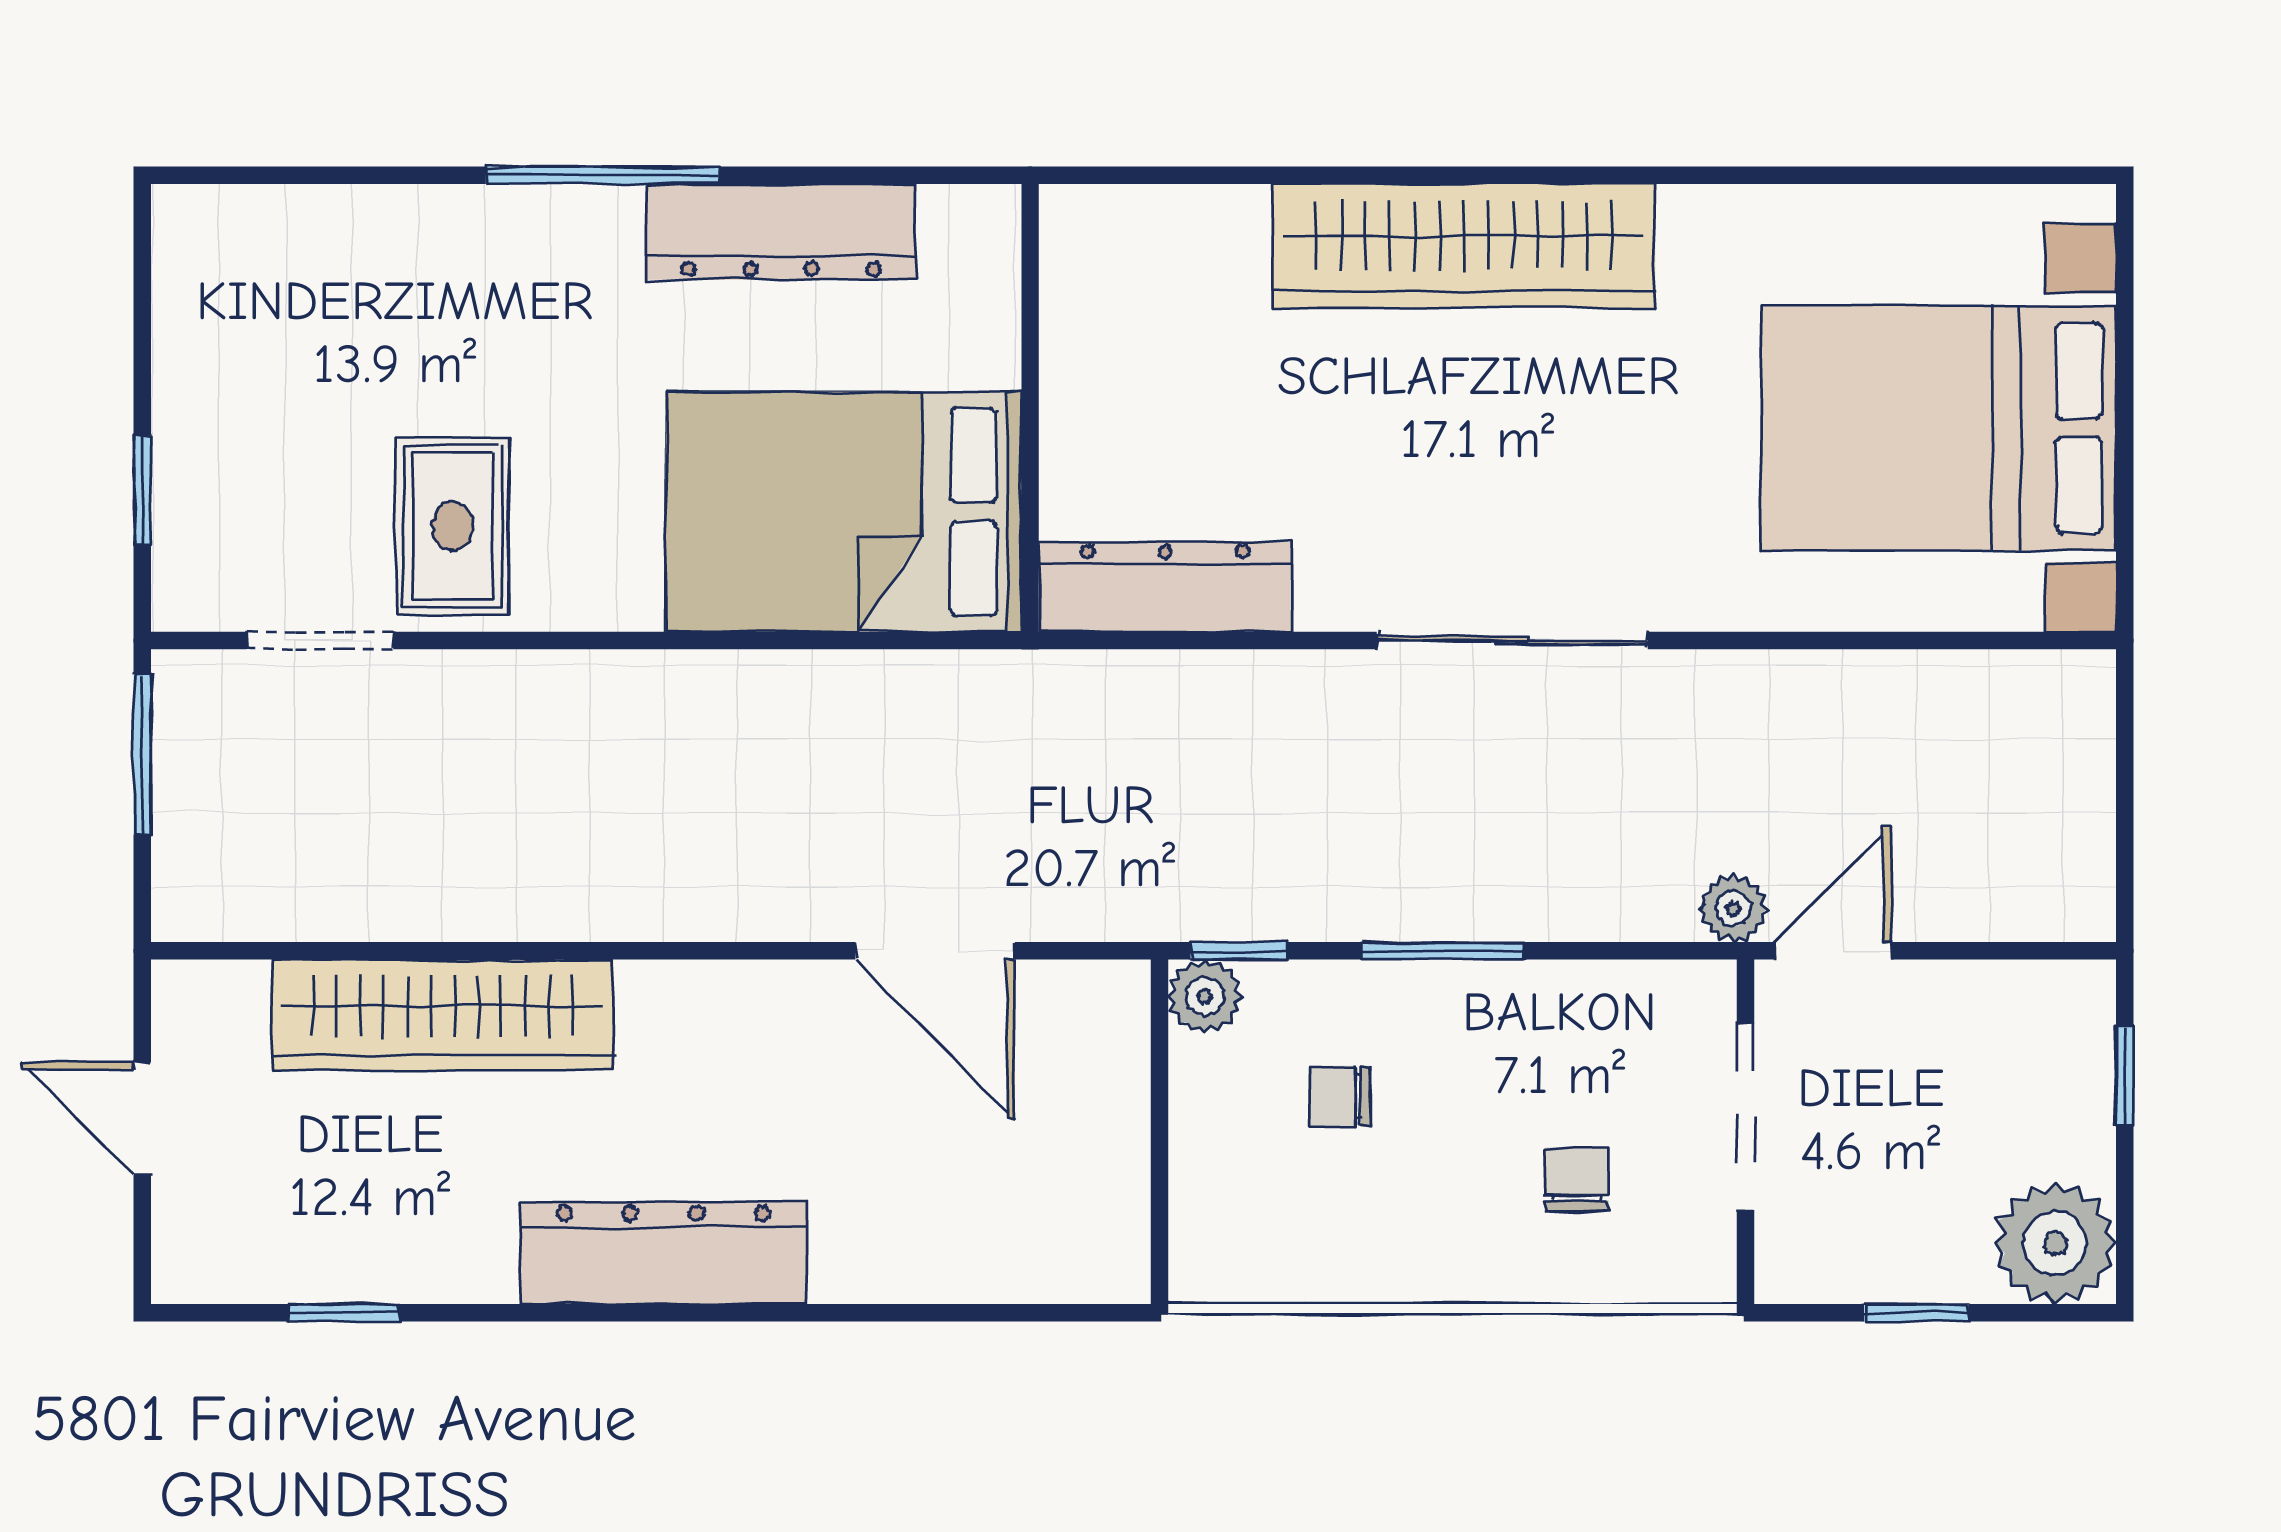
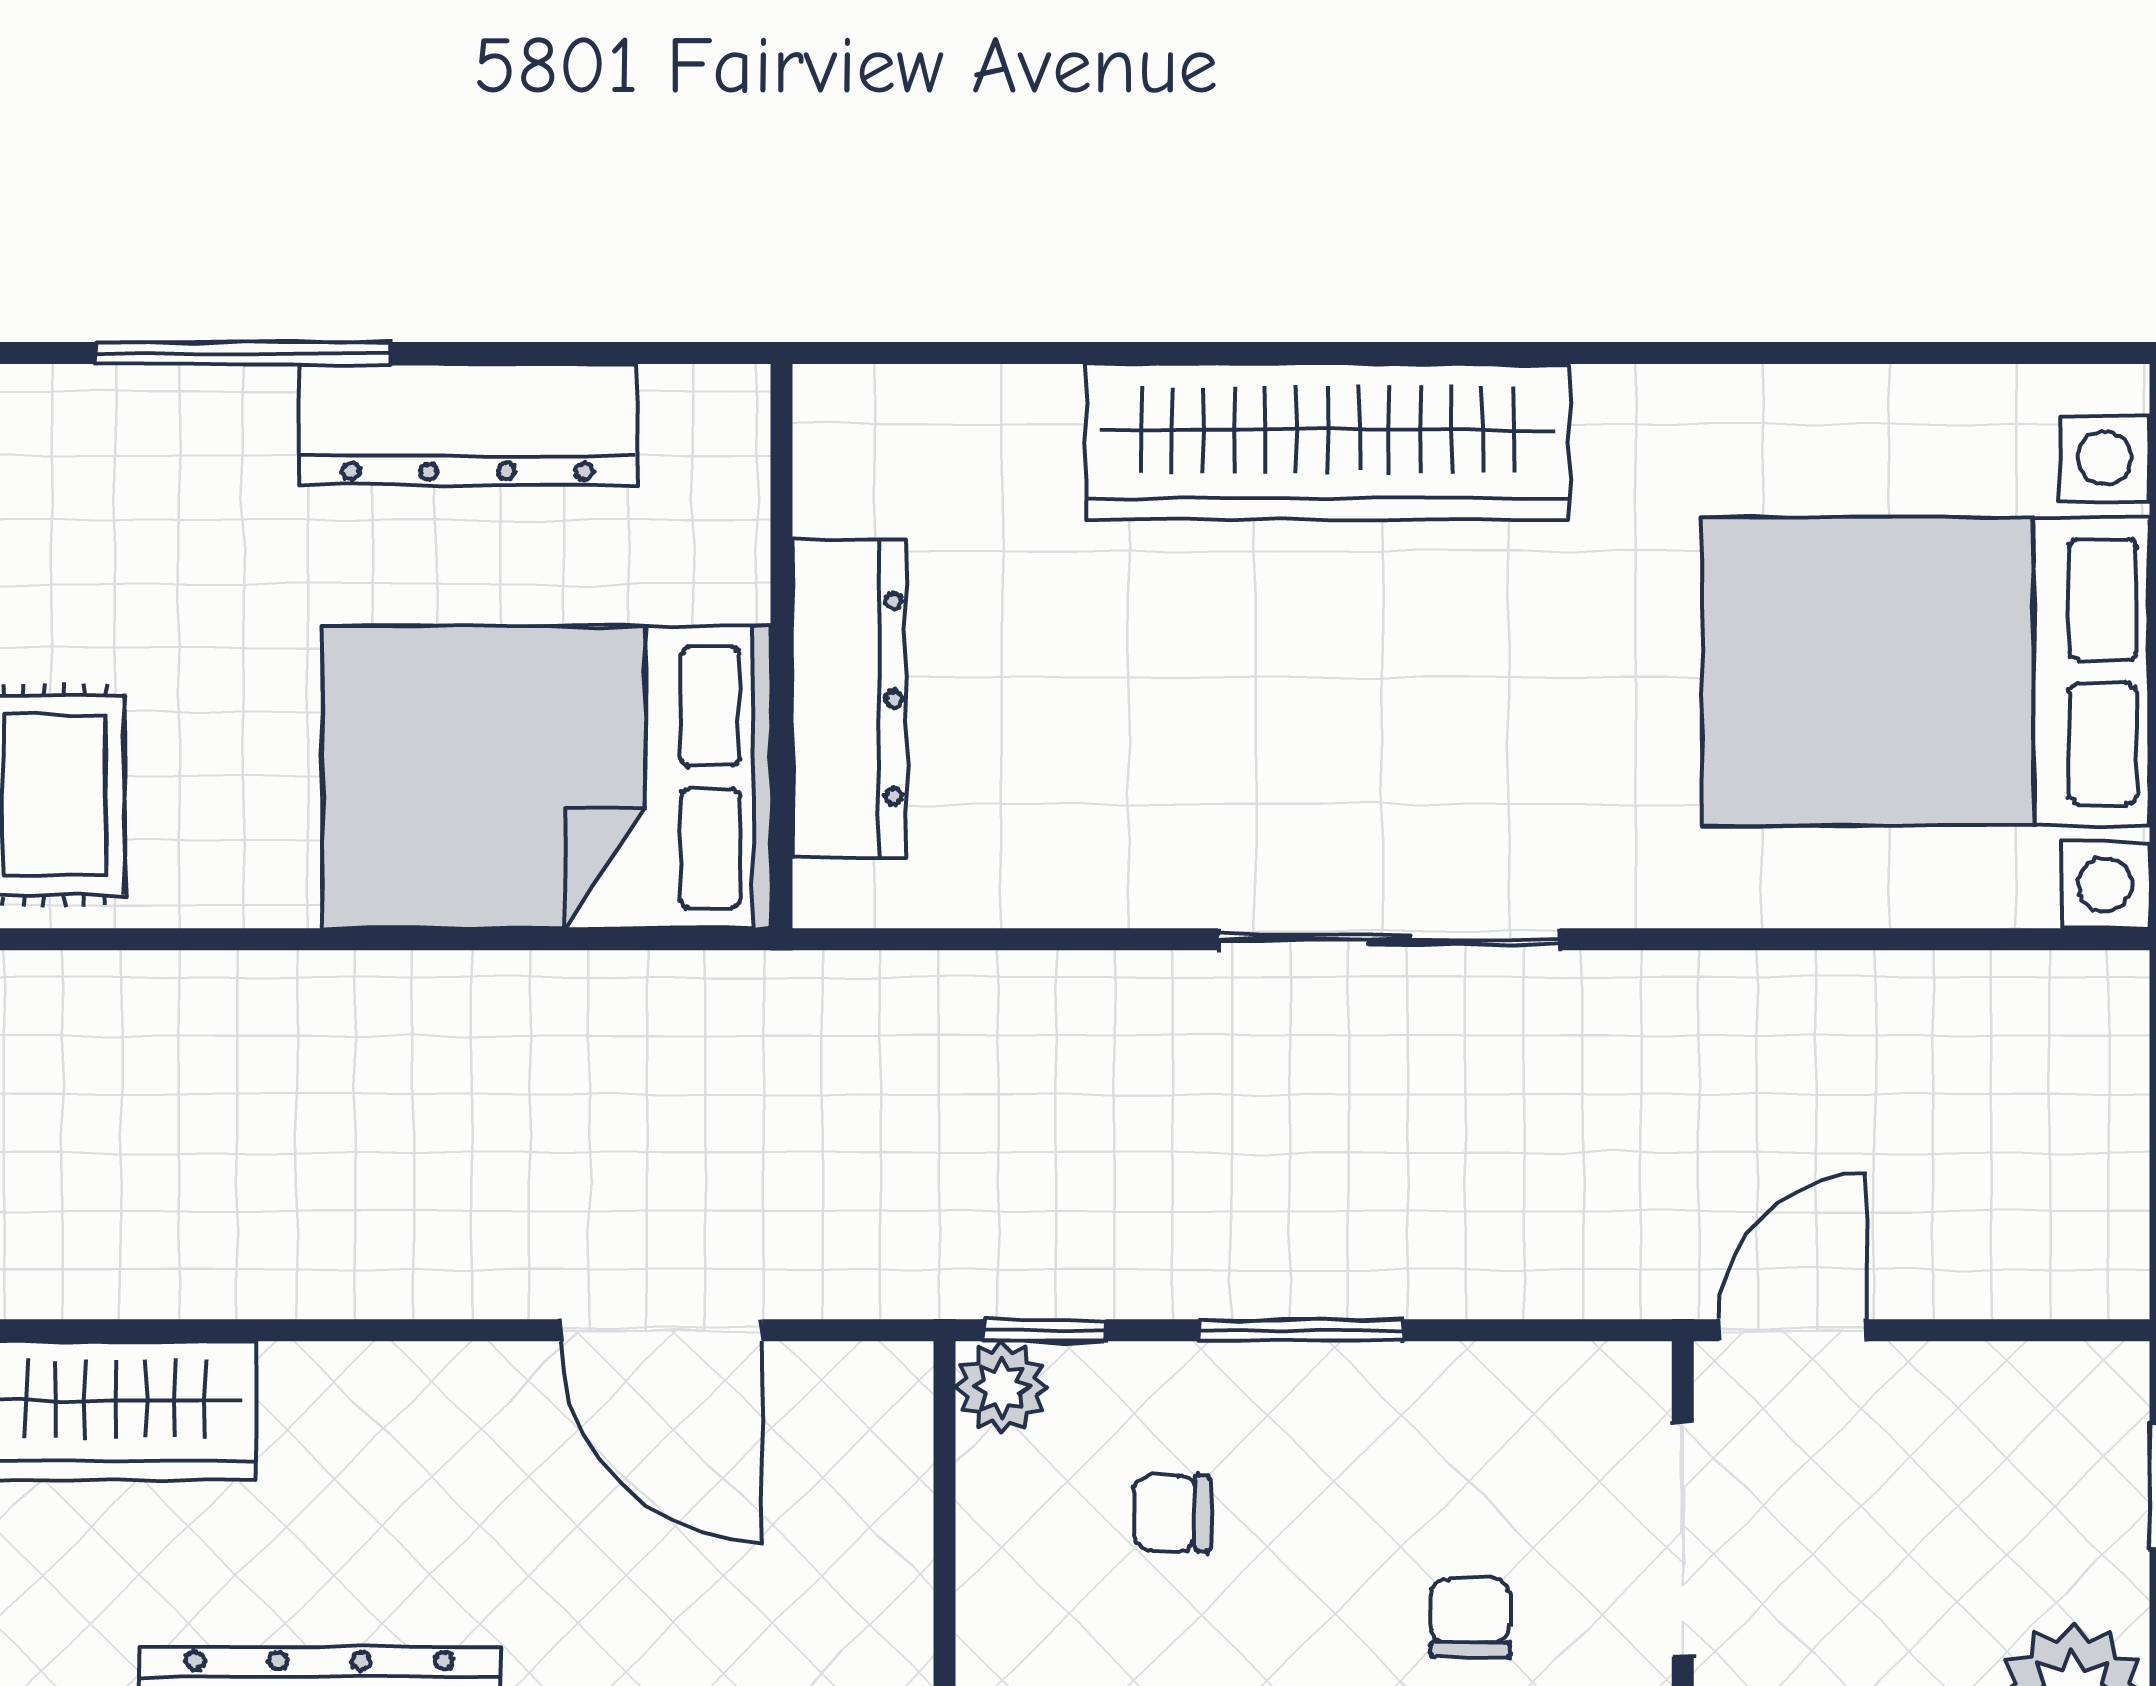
dresser: (1165, 587) -> (849, 699), moved, turned 90
plant: (1733, 909) -> (1667, 1277), removed

